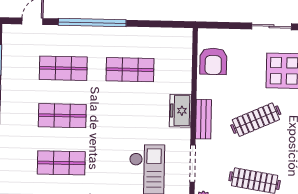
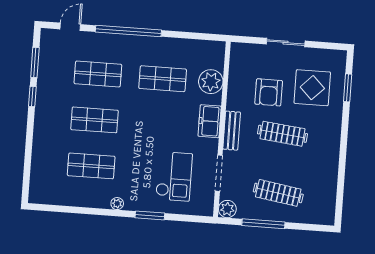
sliding door: (271, 26) -> (286, 43), moved
armchair: (213, 61) -> (269, 92), moved
plant: (180, 70) -> (211, 82), added
clothes rail: (256, 120) -> (283, 134), turned 30

